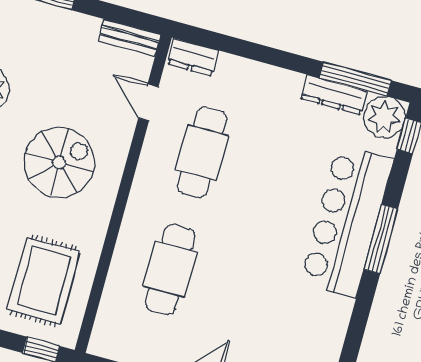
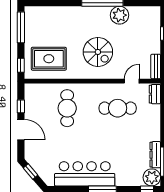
bar counter: (347, 221) -> (85, 174), moved
cafe table: (170, 269) -> (67, 108), turned 90

